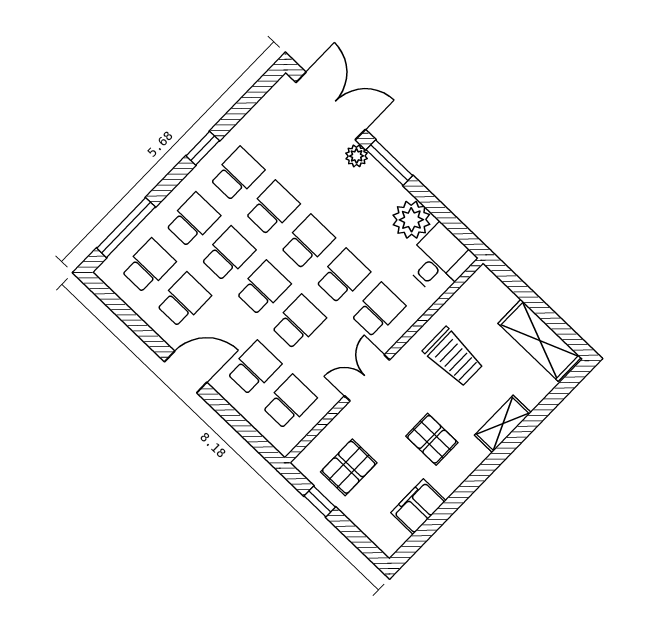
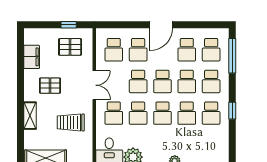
pallet: (349, 467) -> (70, 47), turned 90

